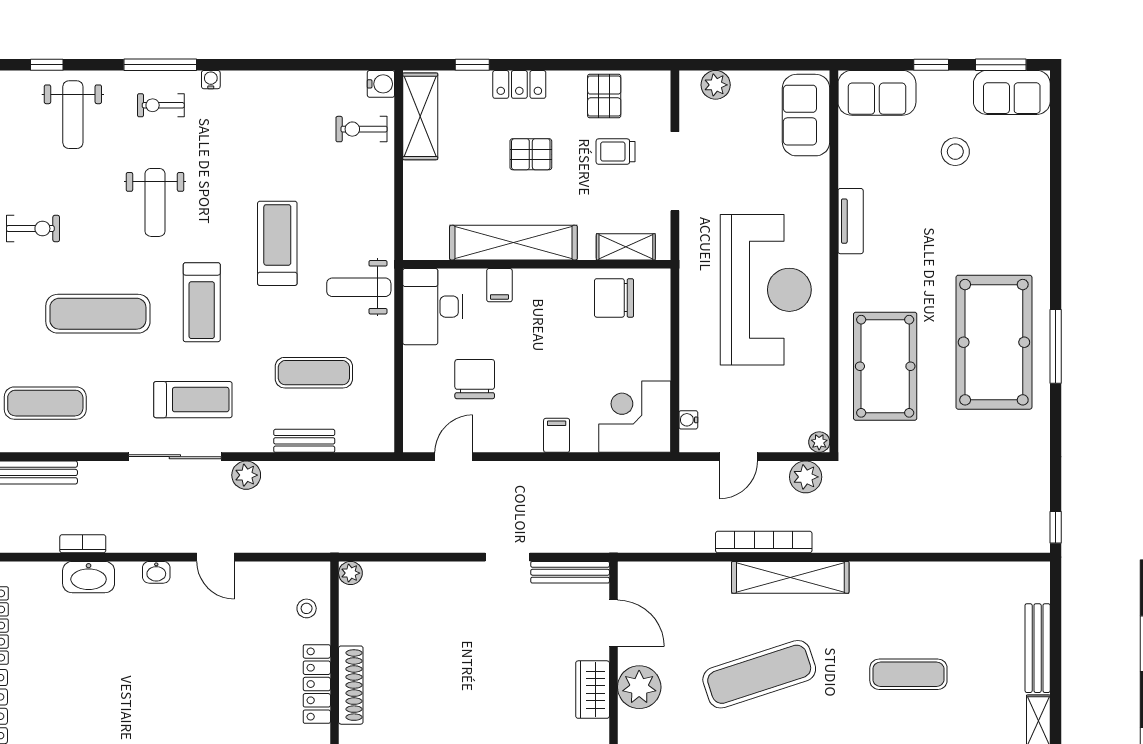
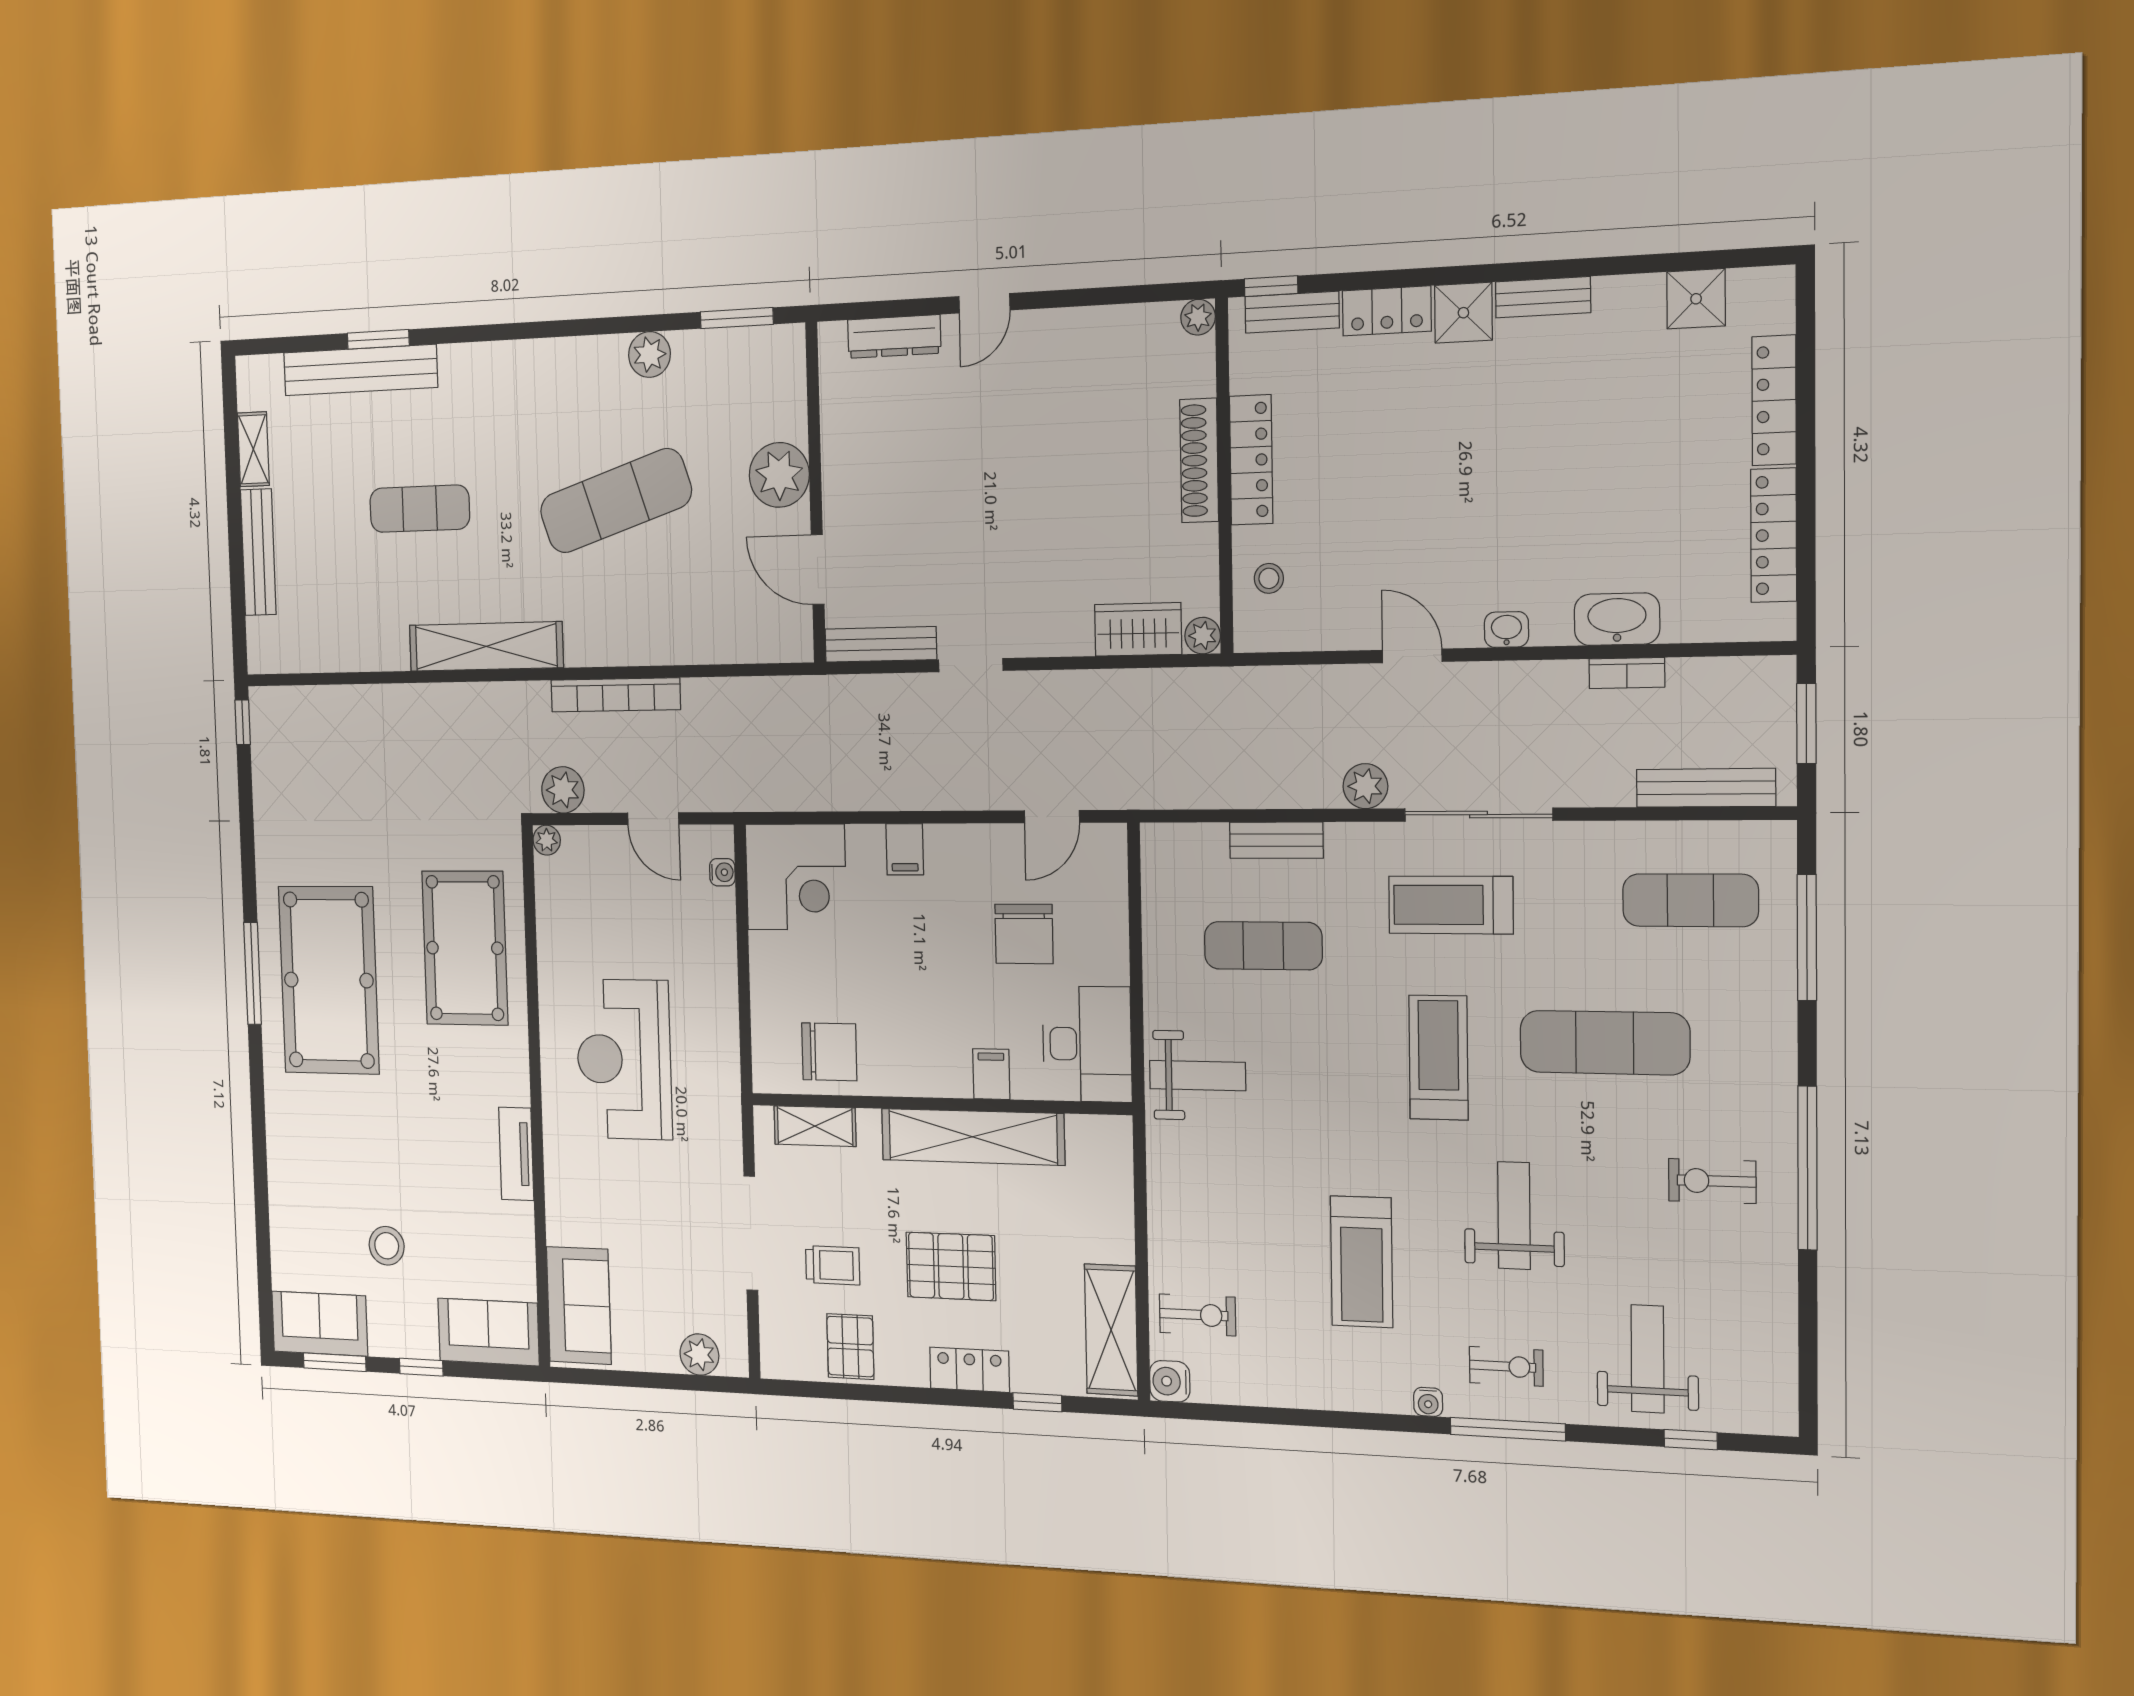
pallet: (531, 154) -> (951, 1266), width x1.50, depth x1.42
treadmill: (277, 243) -> (1362, 1262), moved
reception desk: (766, 290) -> (624, 1059), width x0.74, depth x0.77
door: (738, 457) -> (653, 819), swing flipped
shelving: (790, 577) -> (486, 646), moved
wardrobe: (593, 690) -> (1138, 629), moved, turned -90

